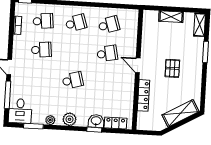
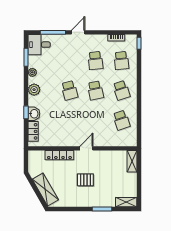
shelving: (171, 17) -> (132, 161), moved
school desk: (107, 53) -> (95, 90), moved

